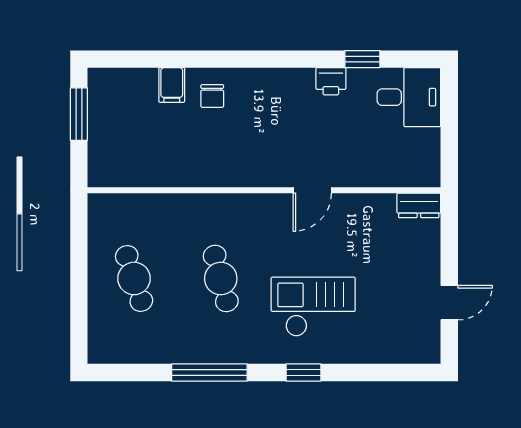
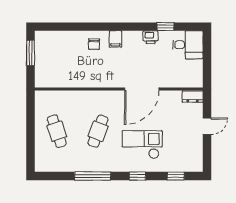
filing cabinet: (172, 85) -> (115, 39), moved
door: (312, 190) -> (142, 89), width x1.87
cafe table: (221, 278) -> (98, 131), turned 36
door: (449, 303) -> (207, 126), moved
window: (383, 372) -> (176, 176), added

